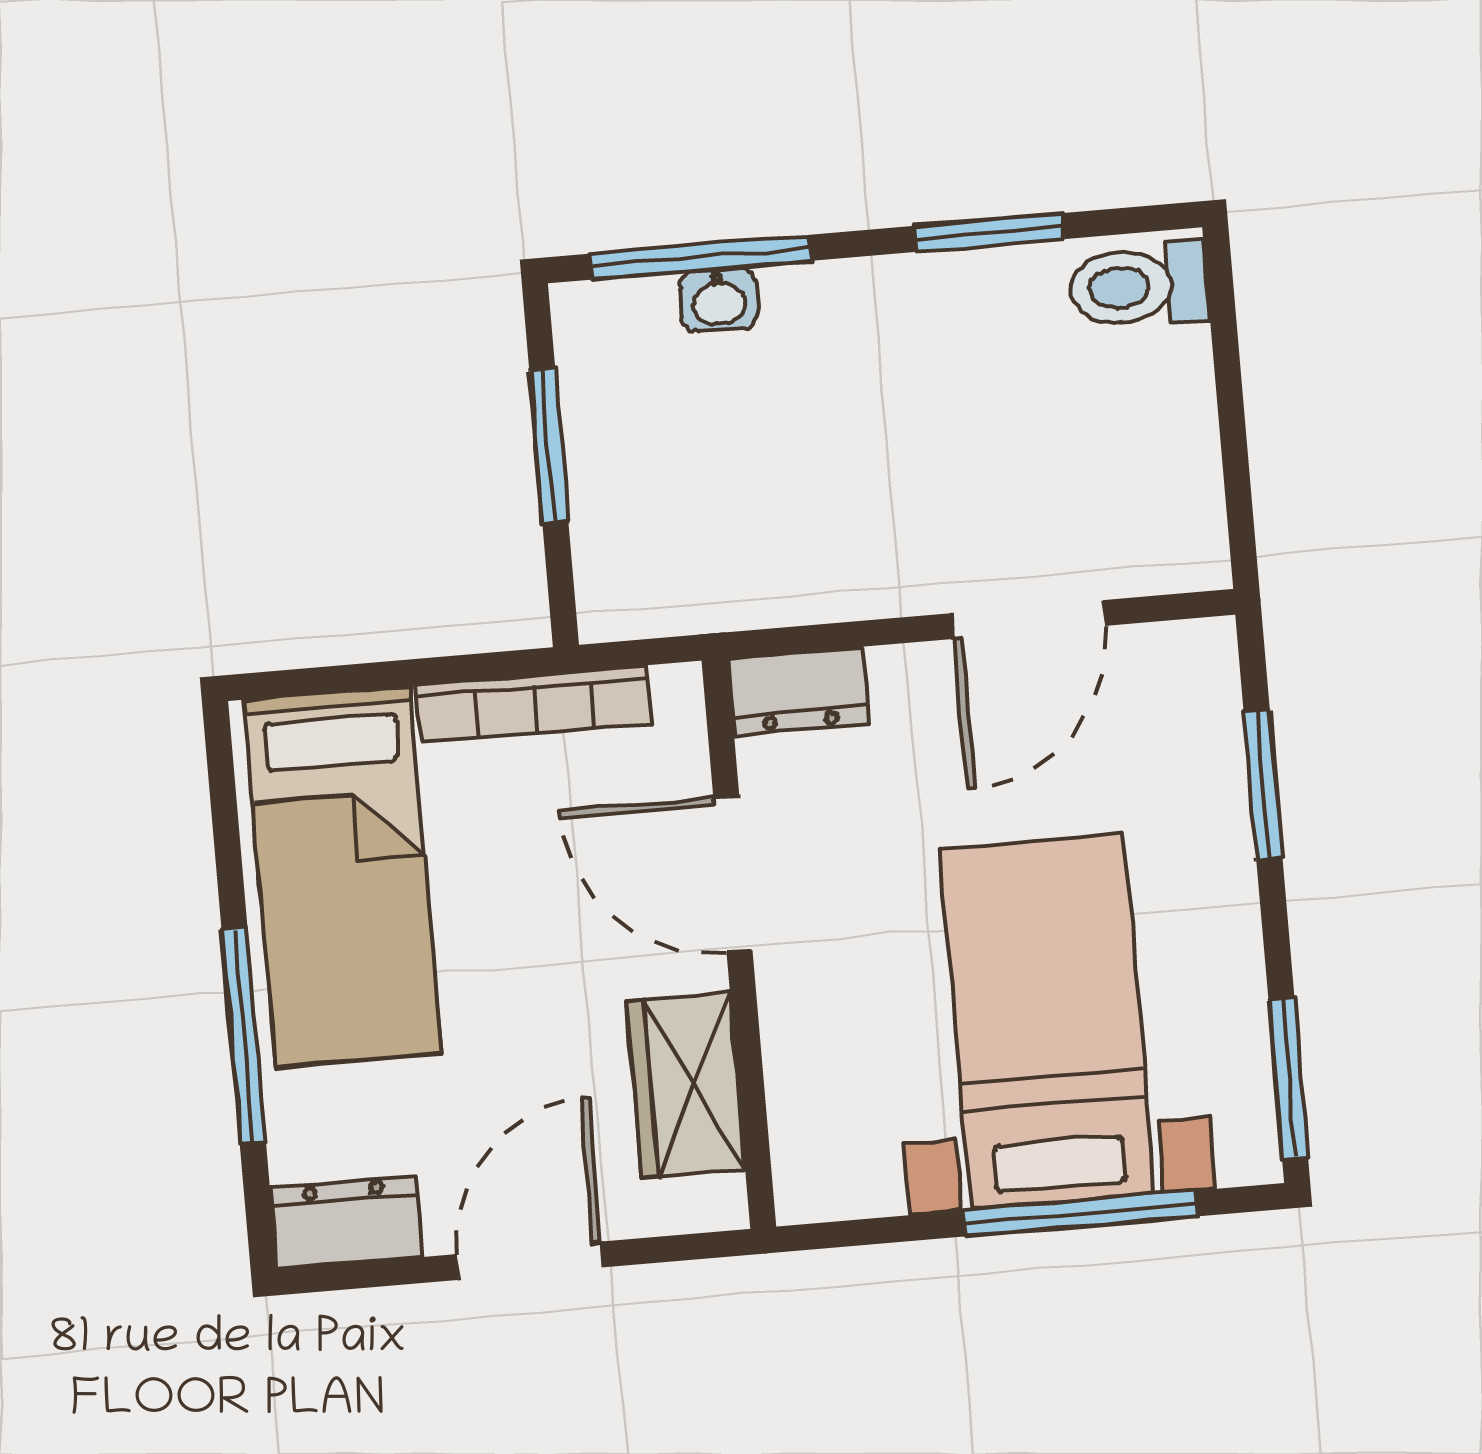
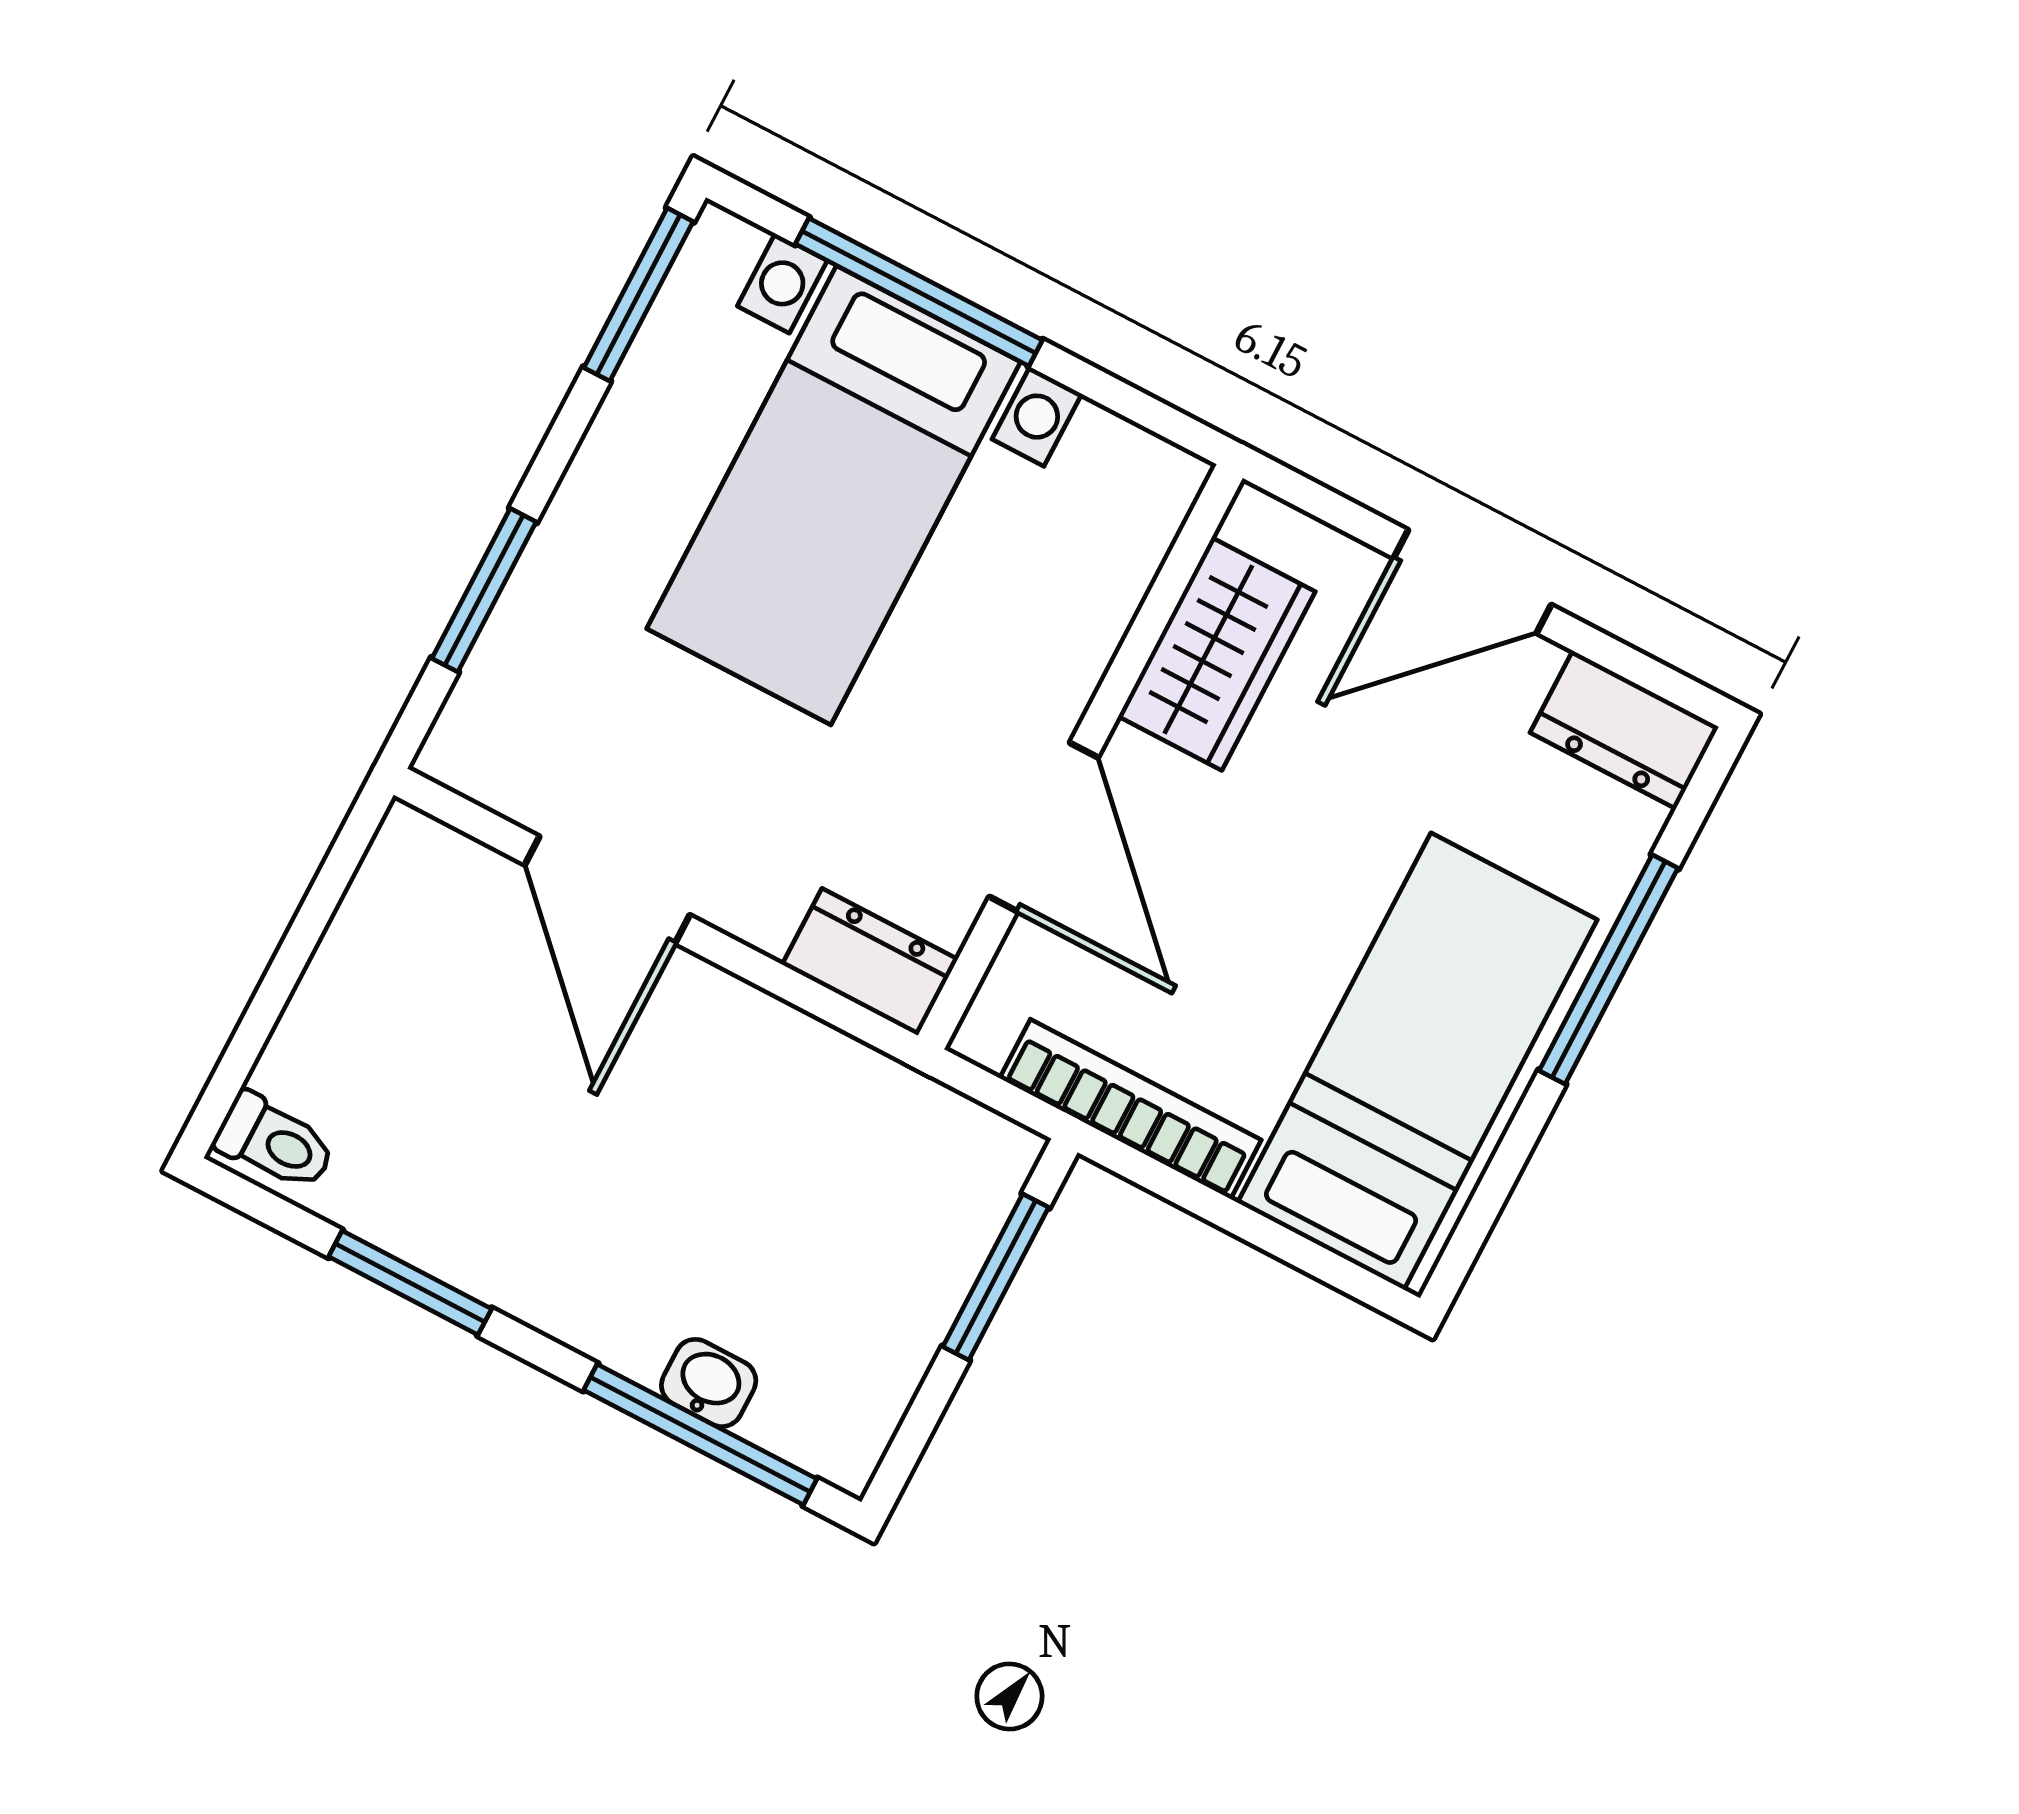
toilet: (1138, 286) -> (275, 1142), width x0.73, depth x0.72
window: (549, 445) -> (996, 1277), moved
door: (1029, 619) -> (607, 890), swing flipped

